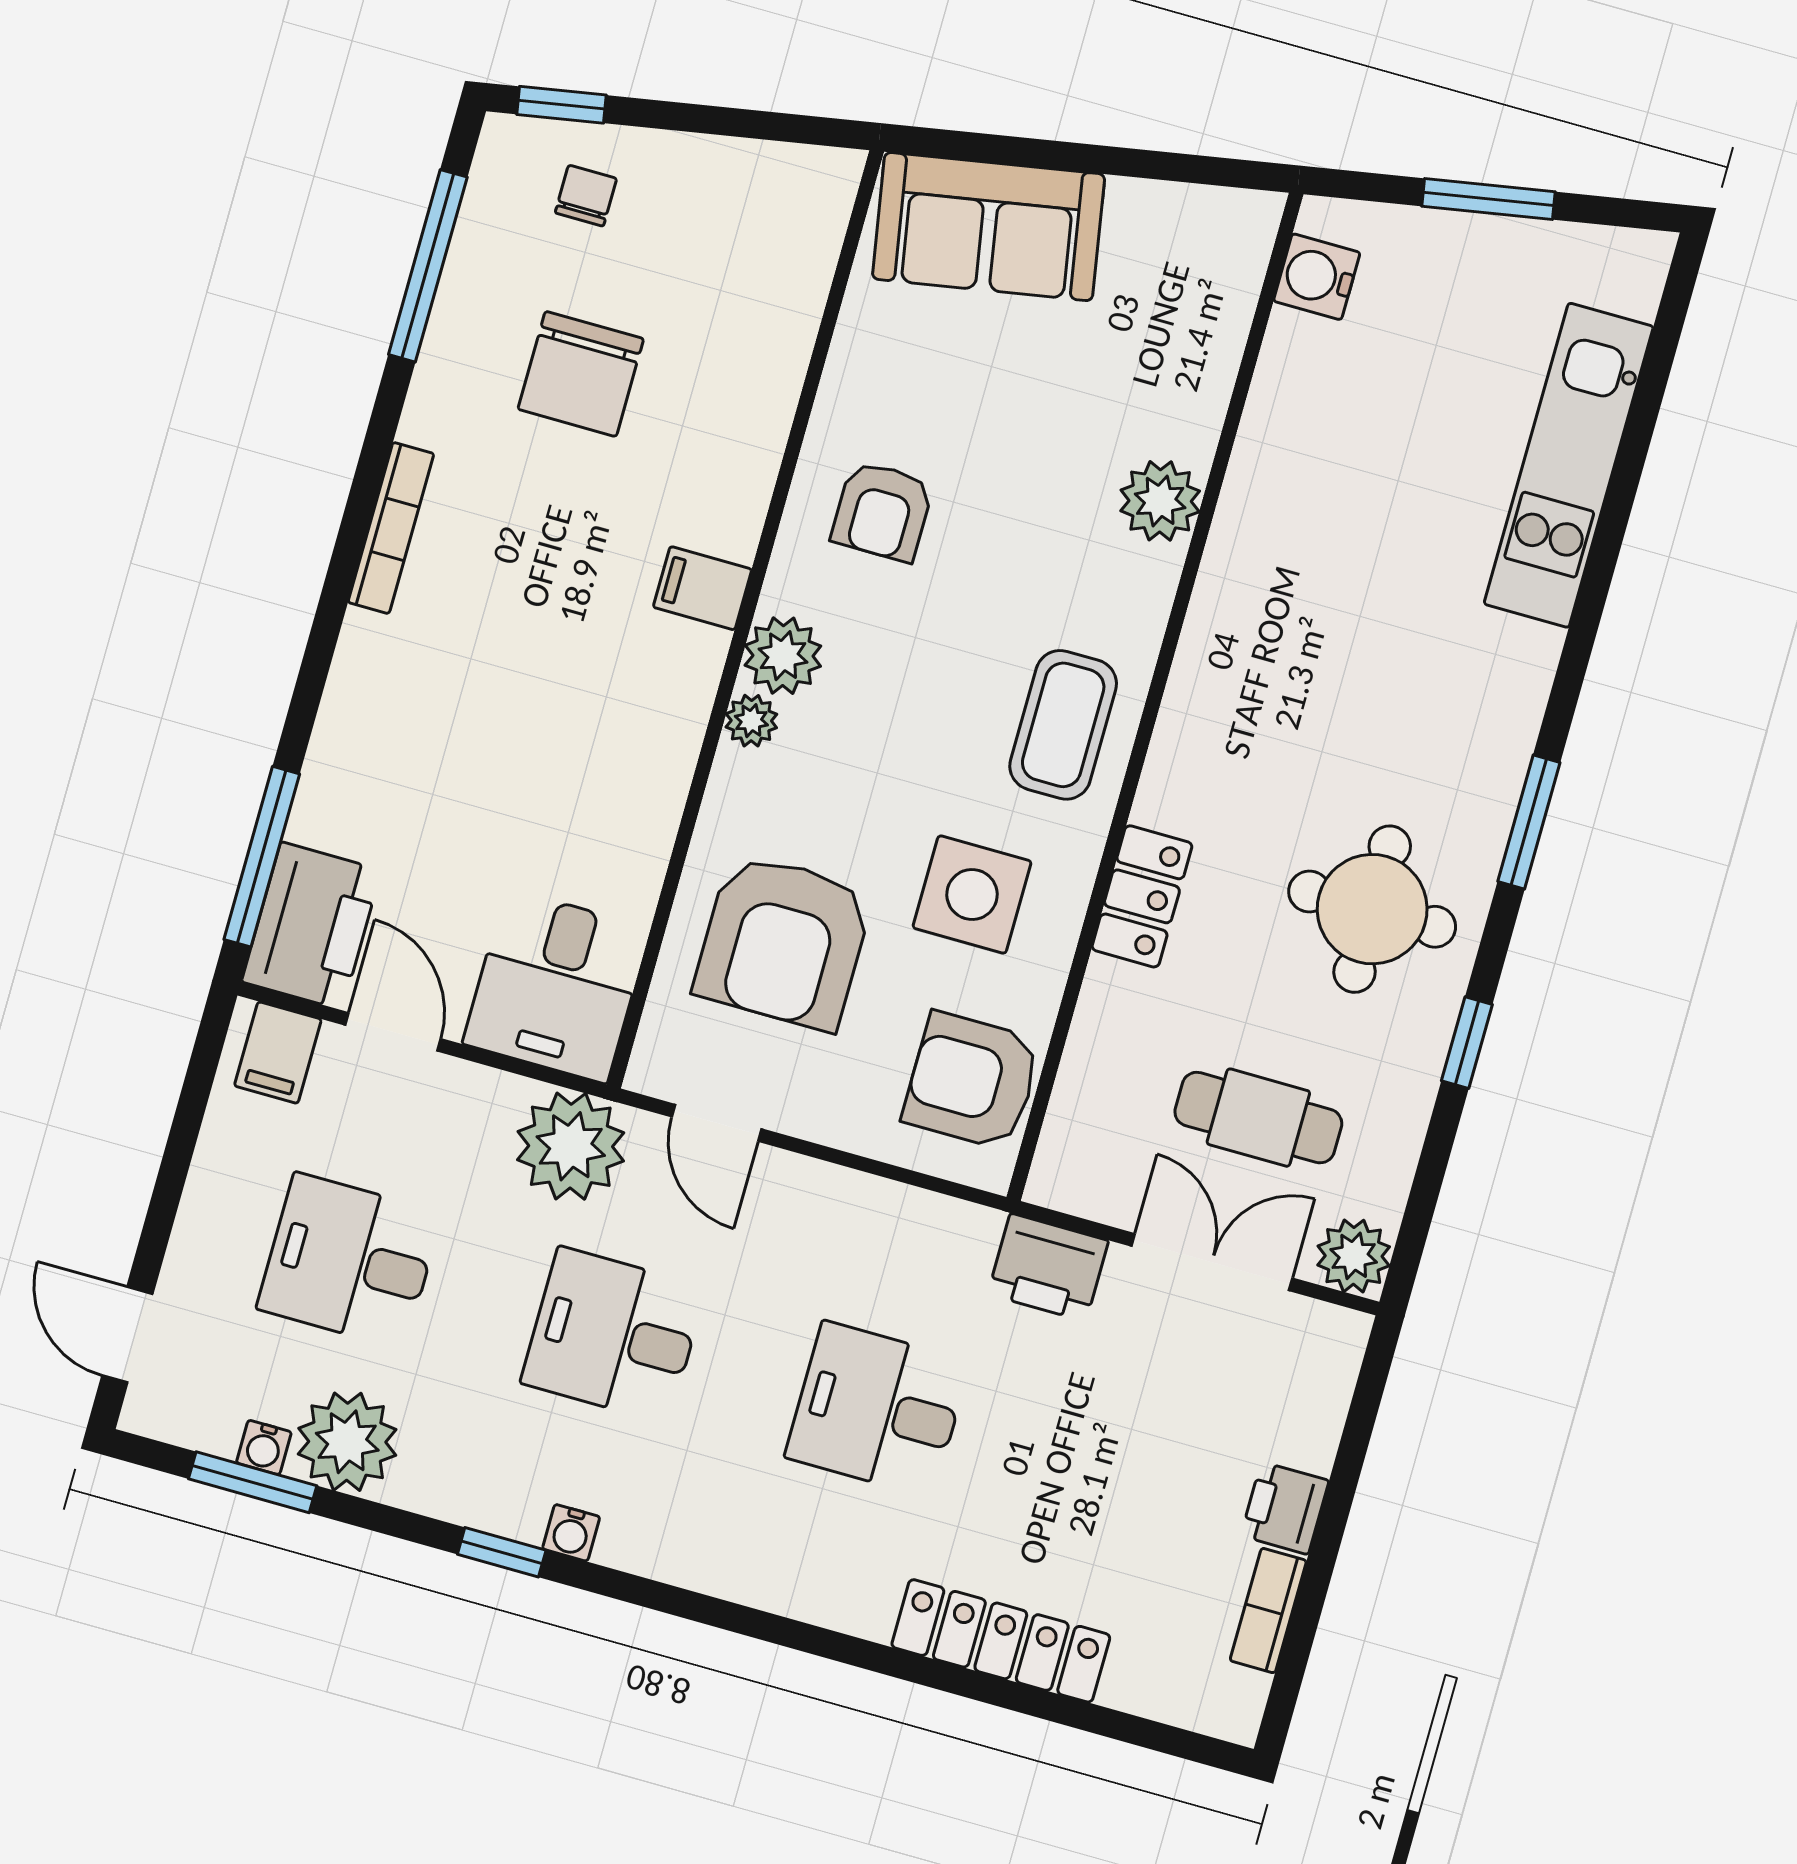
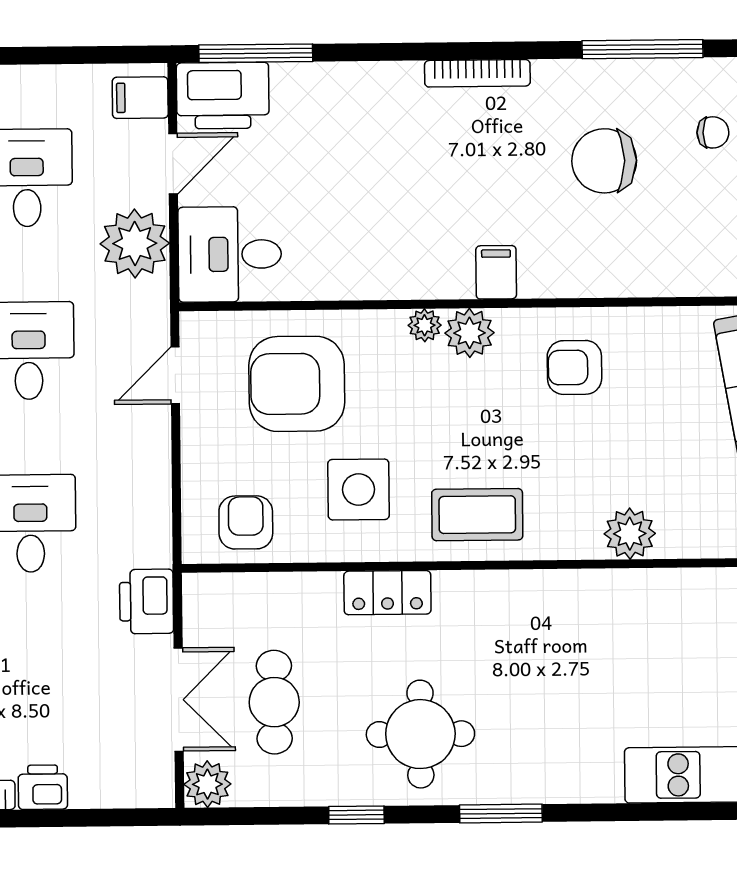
armchair: (972, 1081) -> (246, 522), width x0.72, depth x0.72
plant: (571, 1146) -> (135, 243), moved

